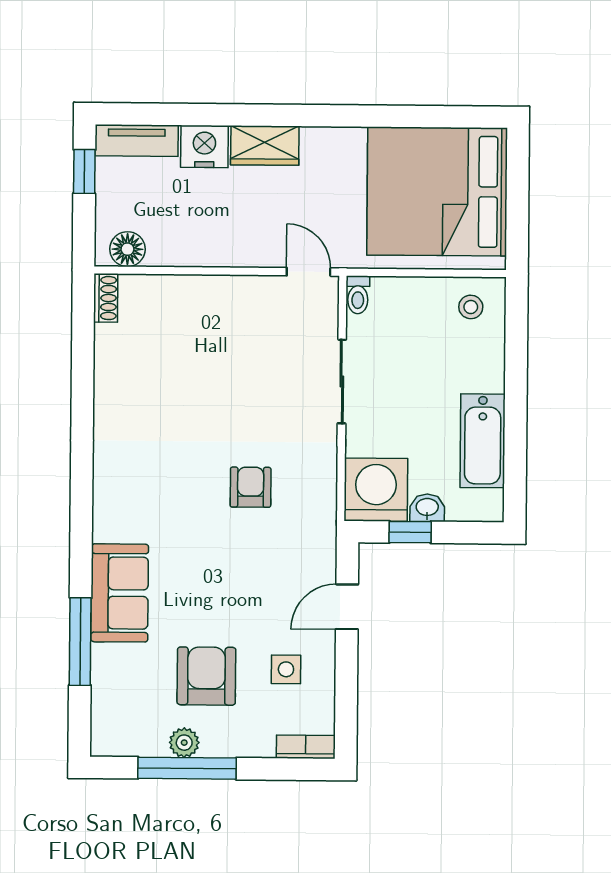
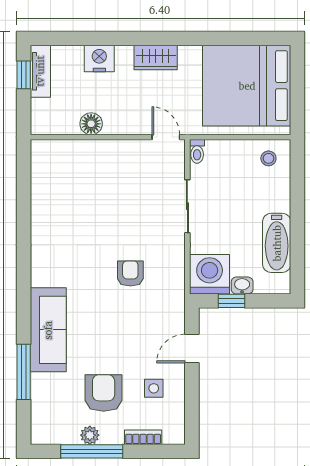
tv unit: (137, 140) -> (40, 71), moved, turned -90
wardrobe: (265, 146) -> (156, 58), moved
floor lamp: (127, 249) -> (91, 124), moved
shoe rack: (106, 298) -> (38, 155), removed
sofa: (120, 593) -> (48, 330), width x1.36
bookcase: (306, 747) -> (143, 437), moved

